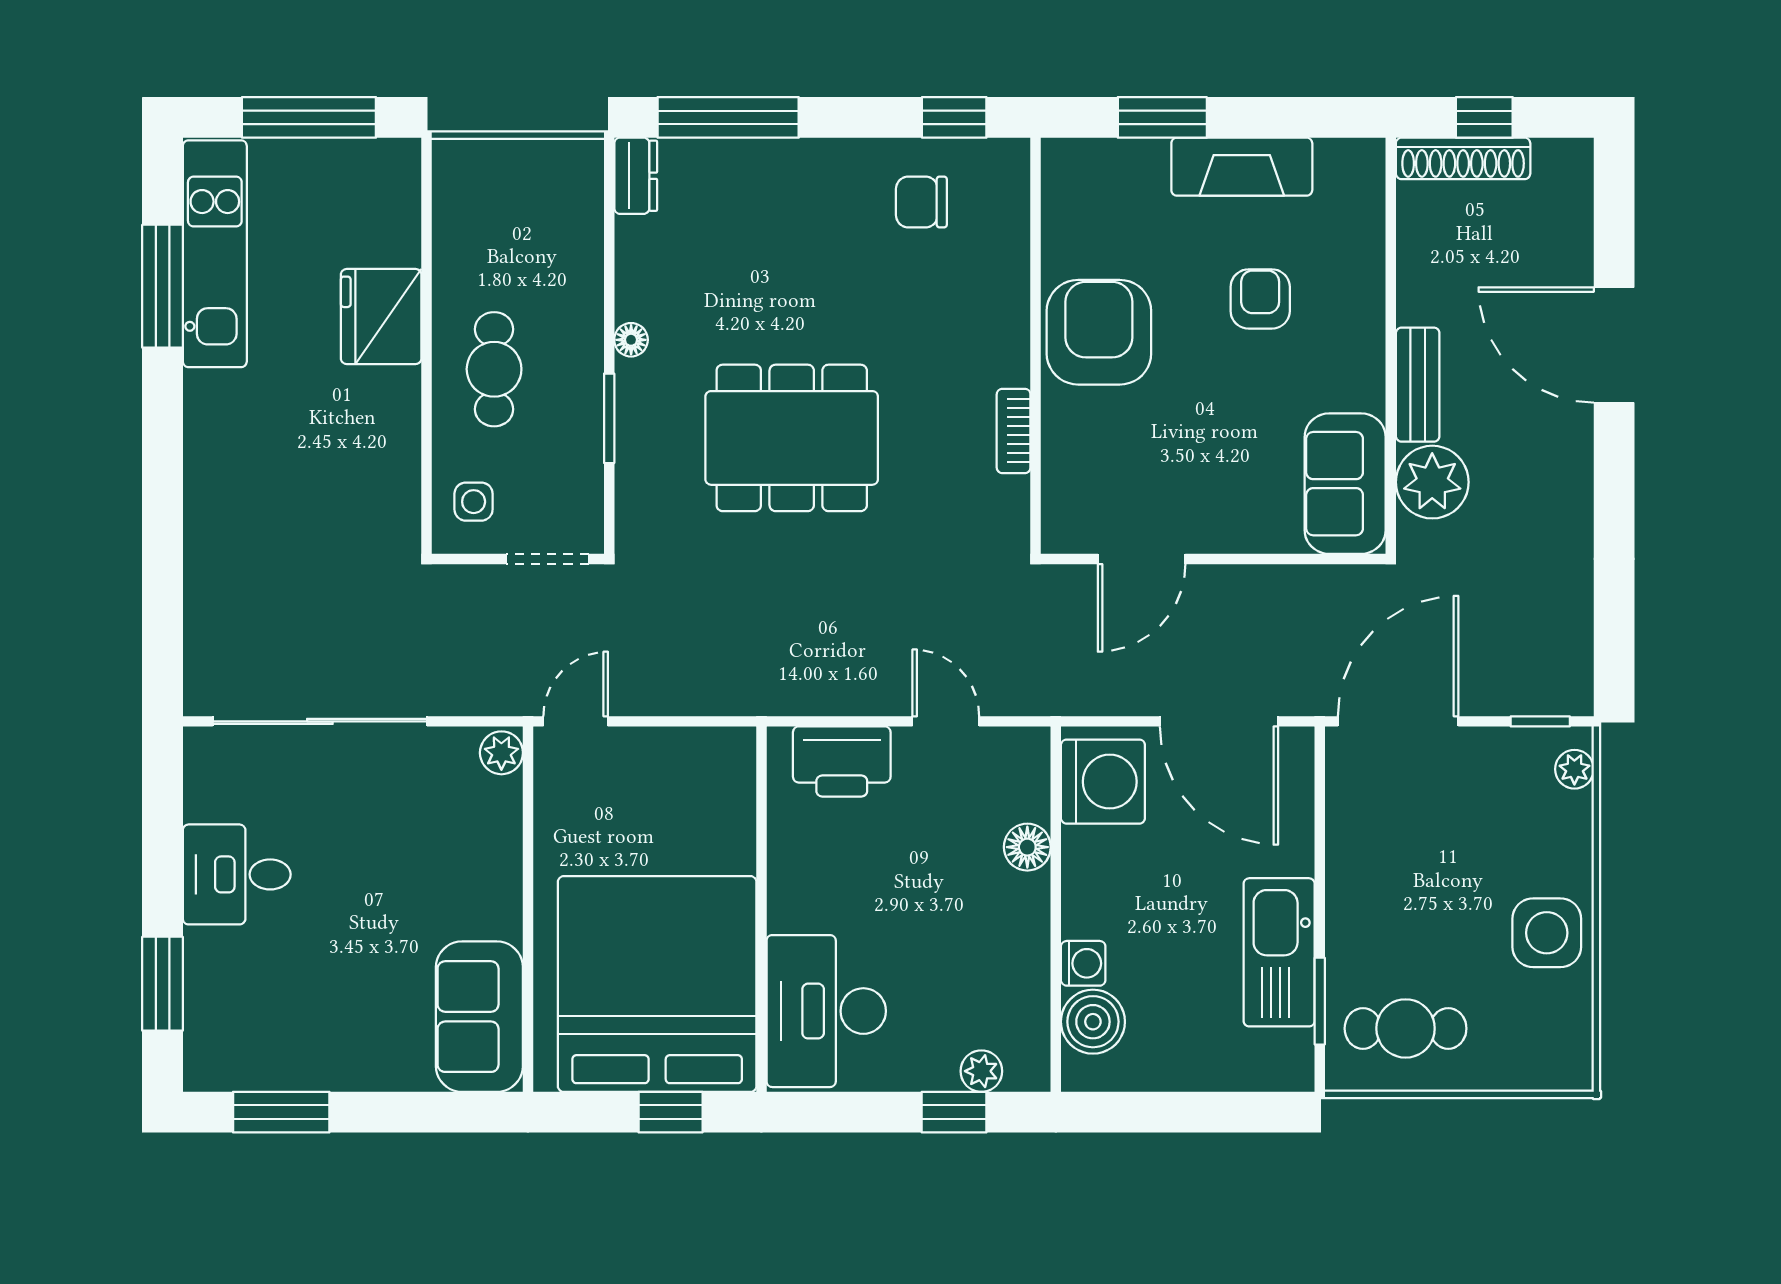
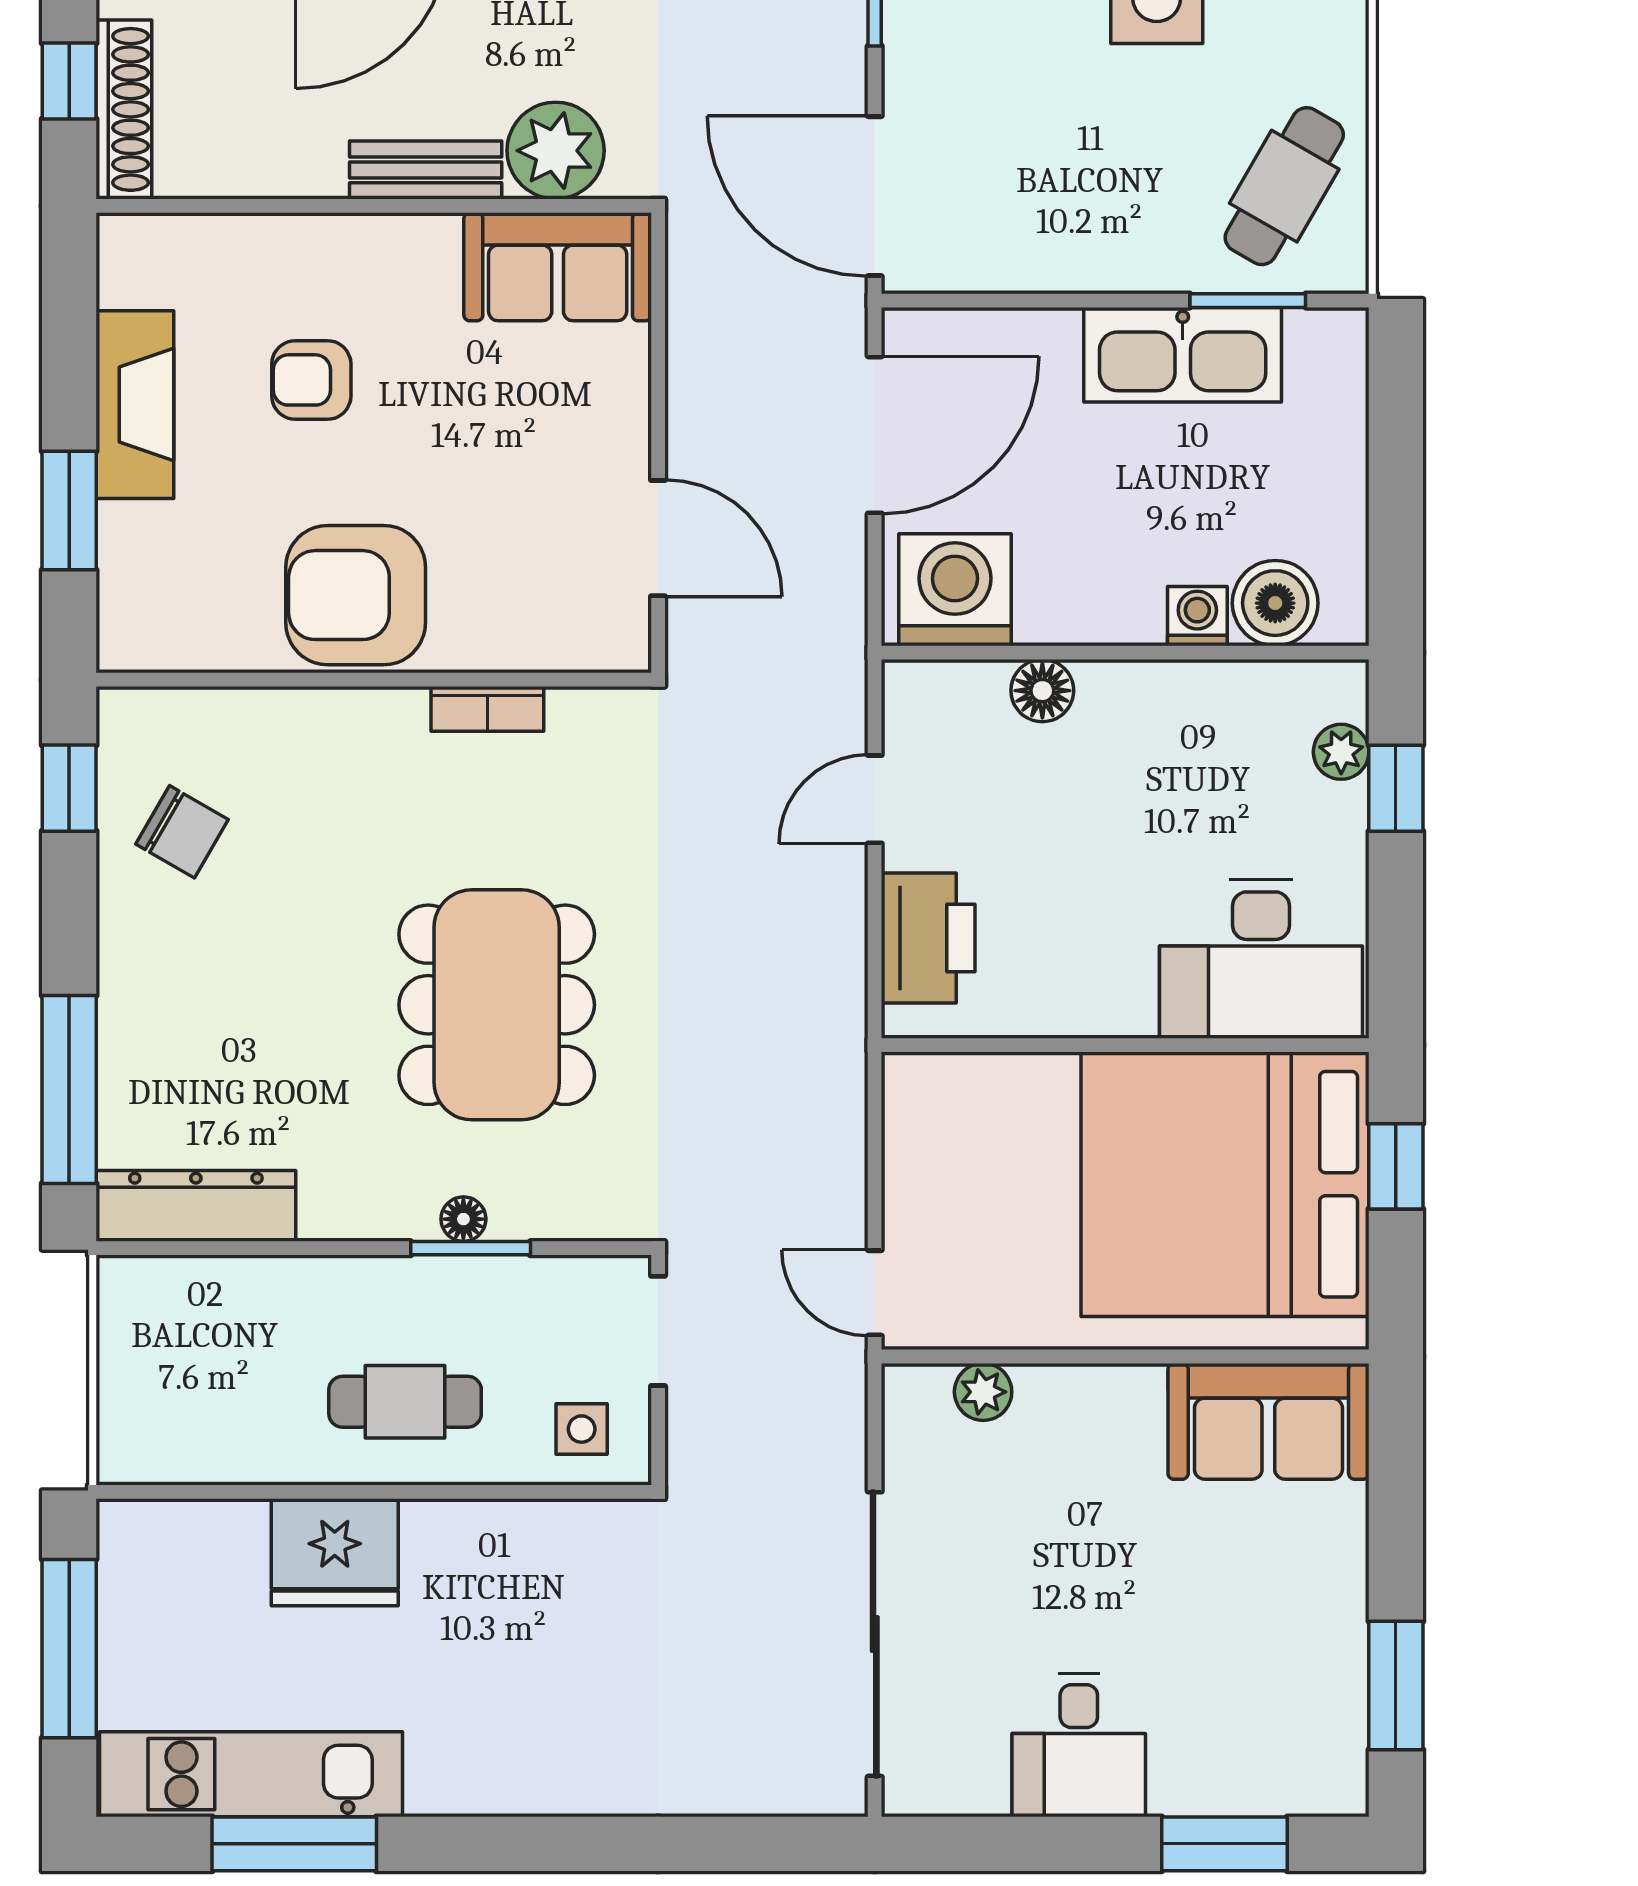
dresser: (636, 176) -> (196, 1206), width x1.96, depth x1.24
chair: (921, 202) -> (182, 832), turned -60
floor lamp: (631, 340) -> (463, 1219), moved
plant: (501, 753) -> (983, 1392), moved
cafe table: (1406, 1028) -> (1284, 186), turned 30

